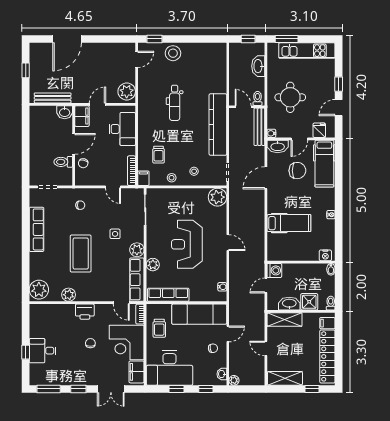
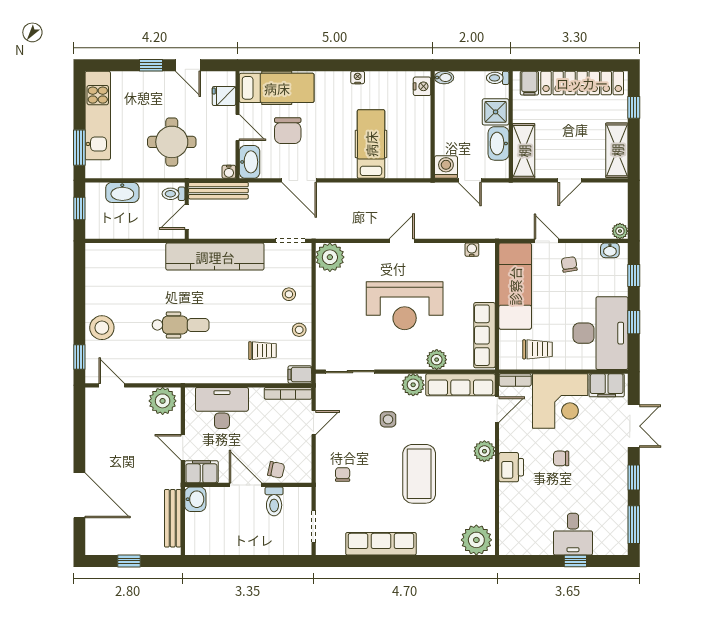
chair: (297, 171) -> (288, 131), turned 180
coffee table: (81, 254) -> (419, 474), turned 90
plant: (69, 295) -> (484, 451), moved

